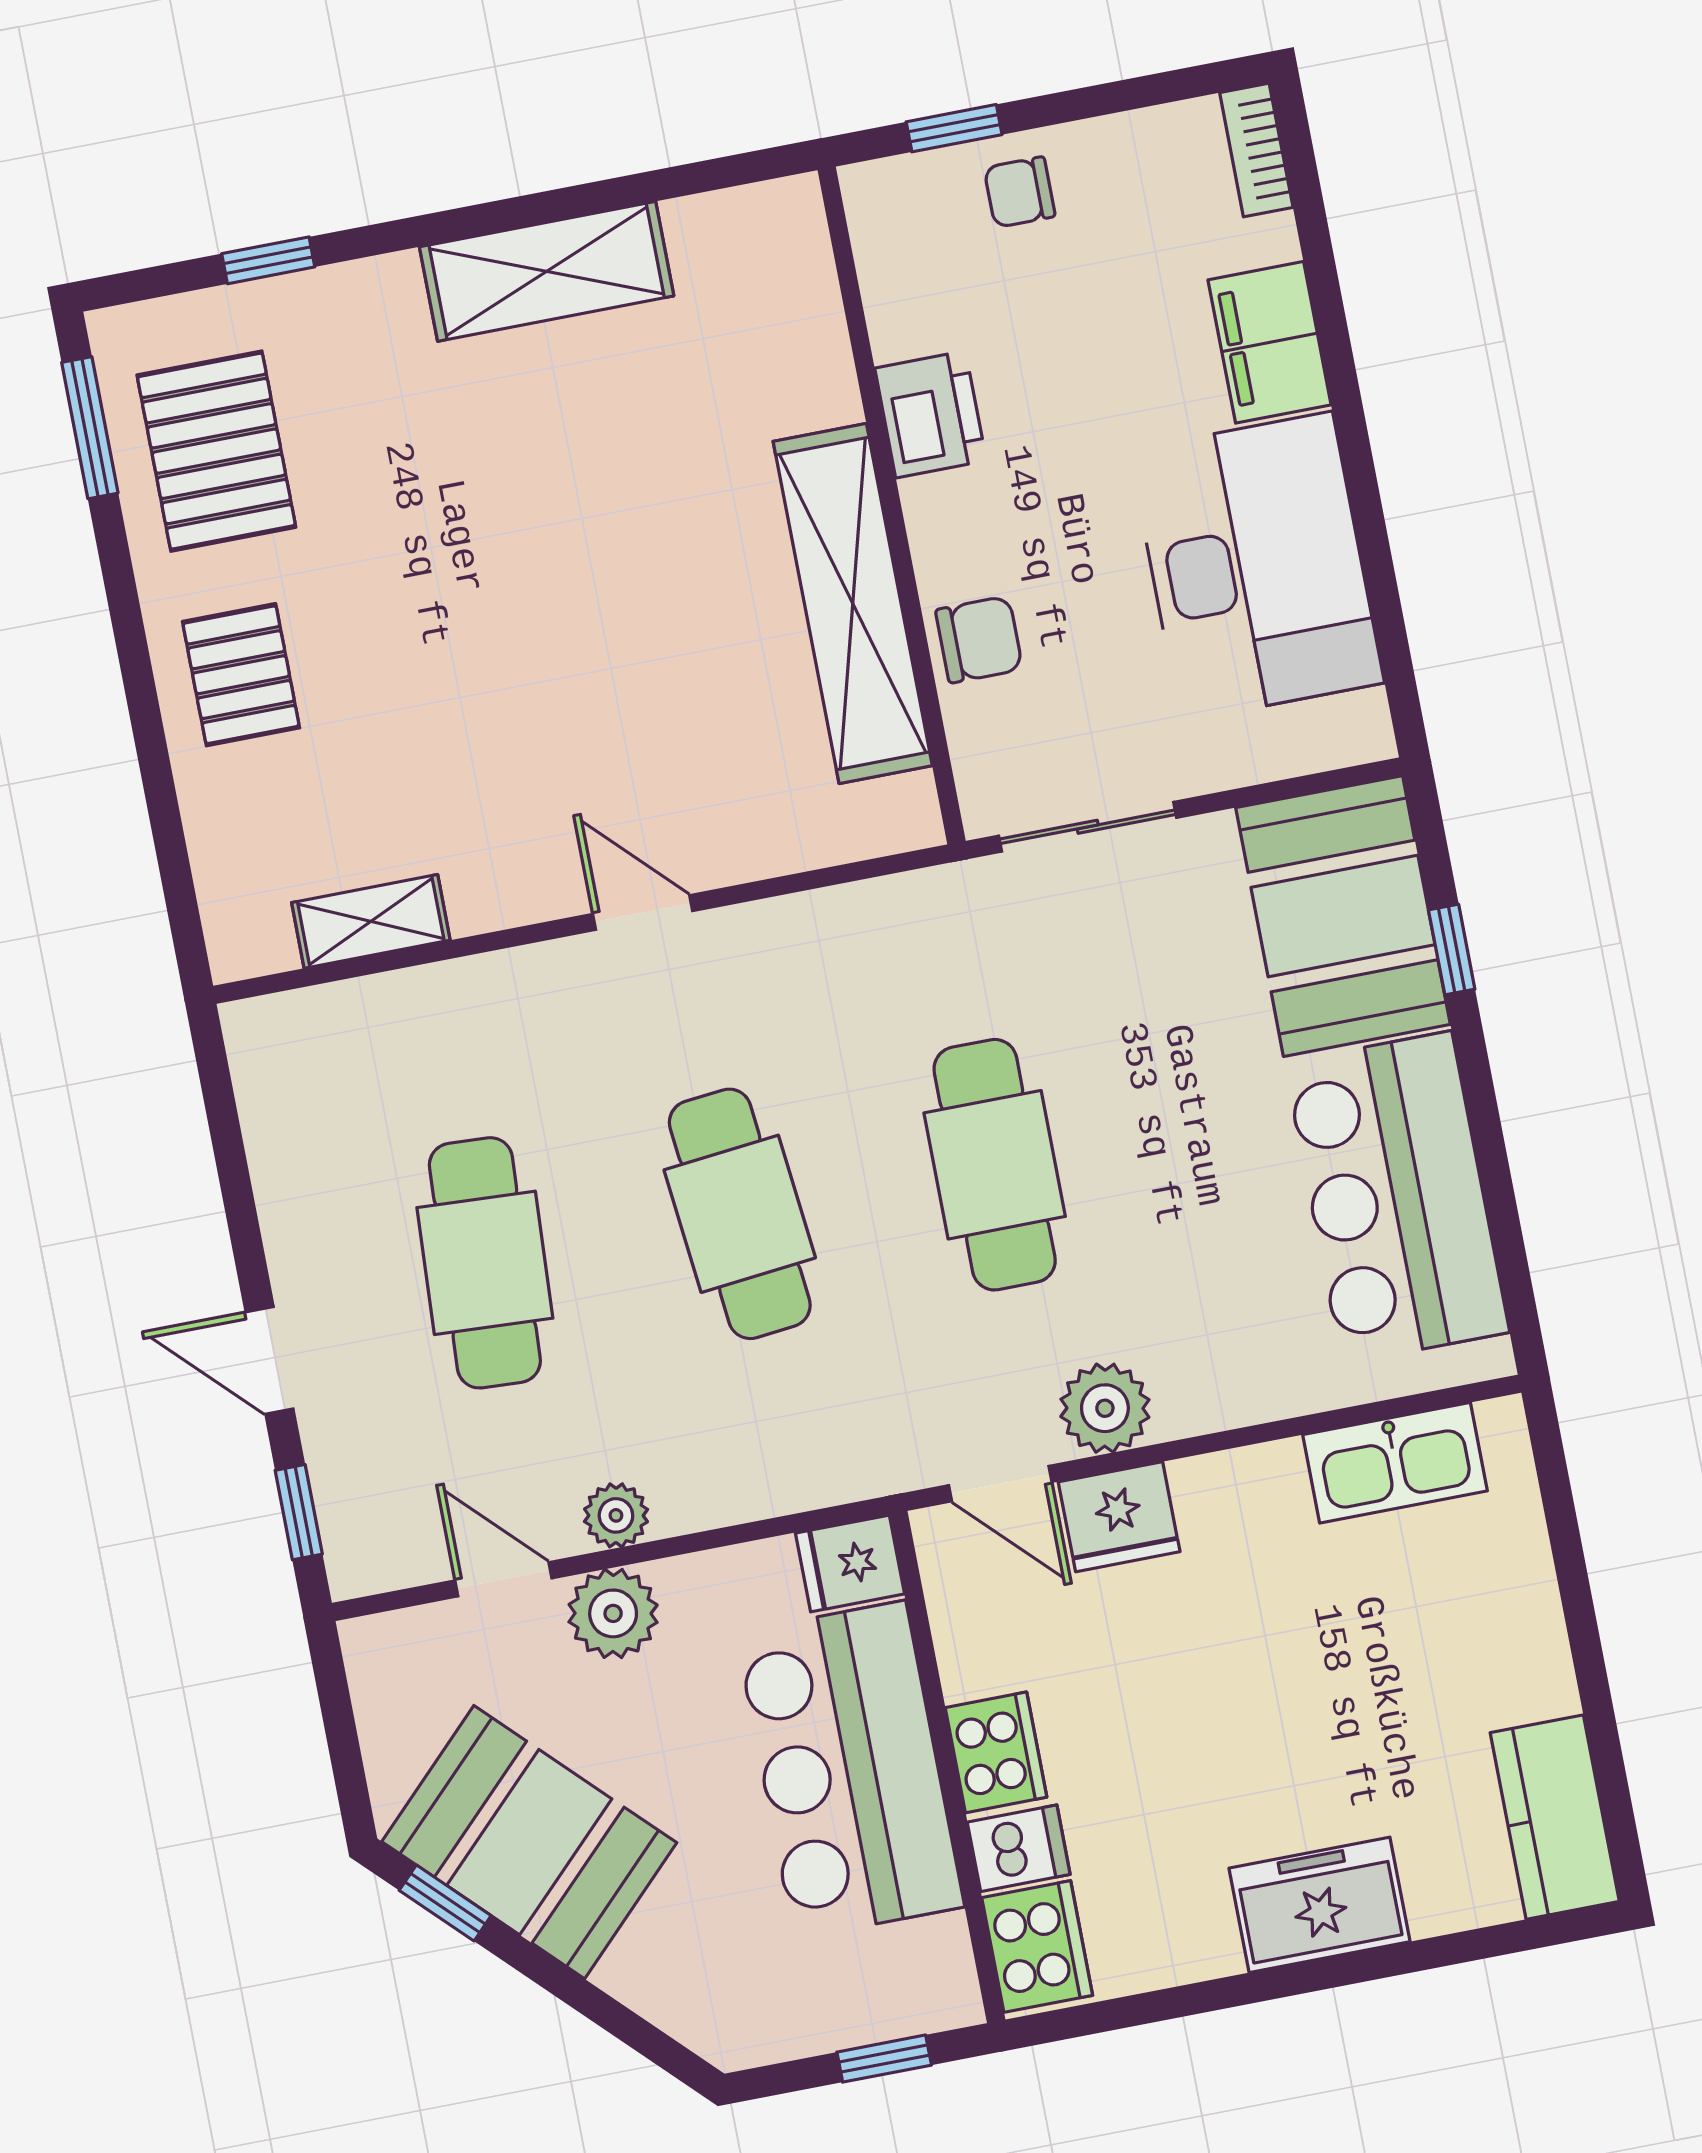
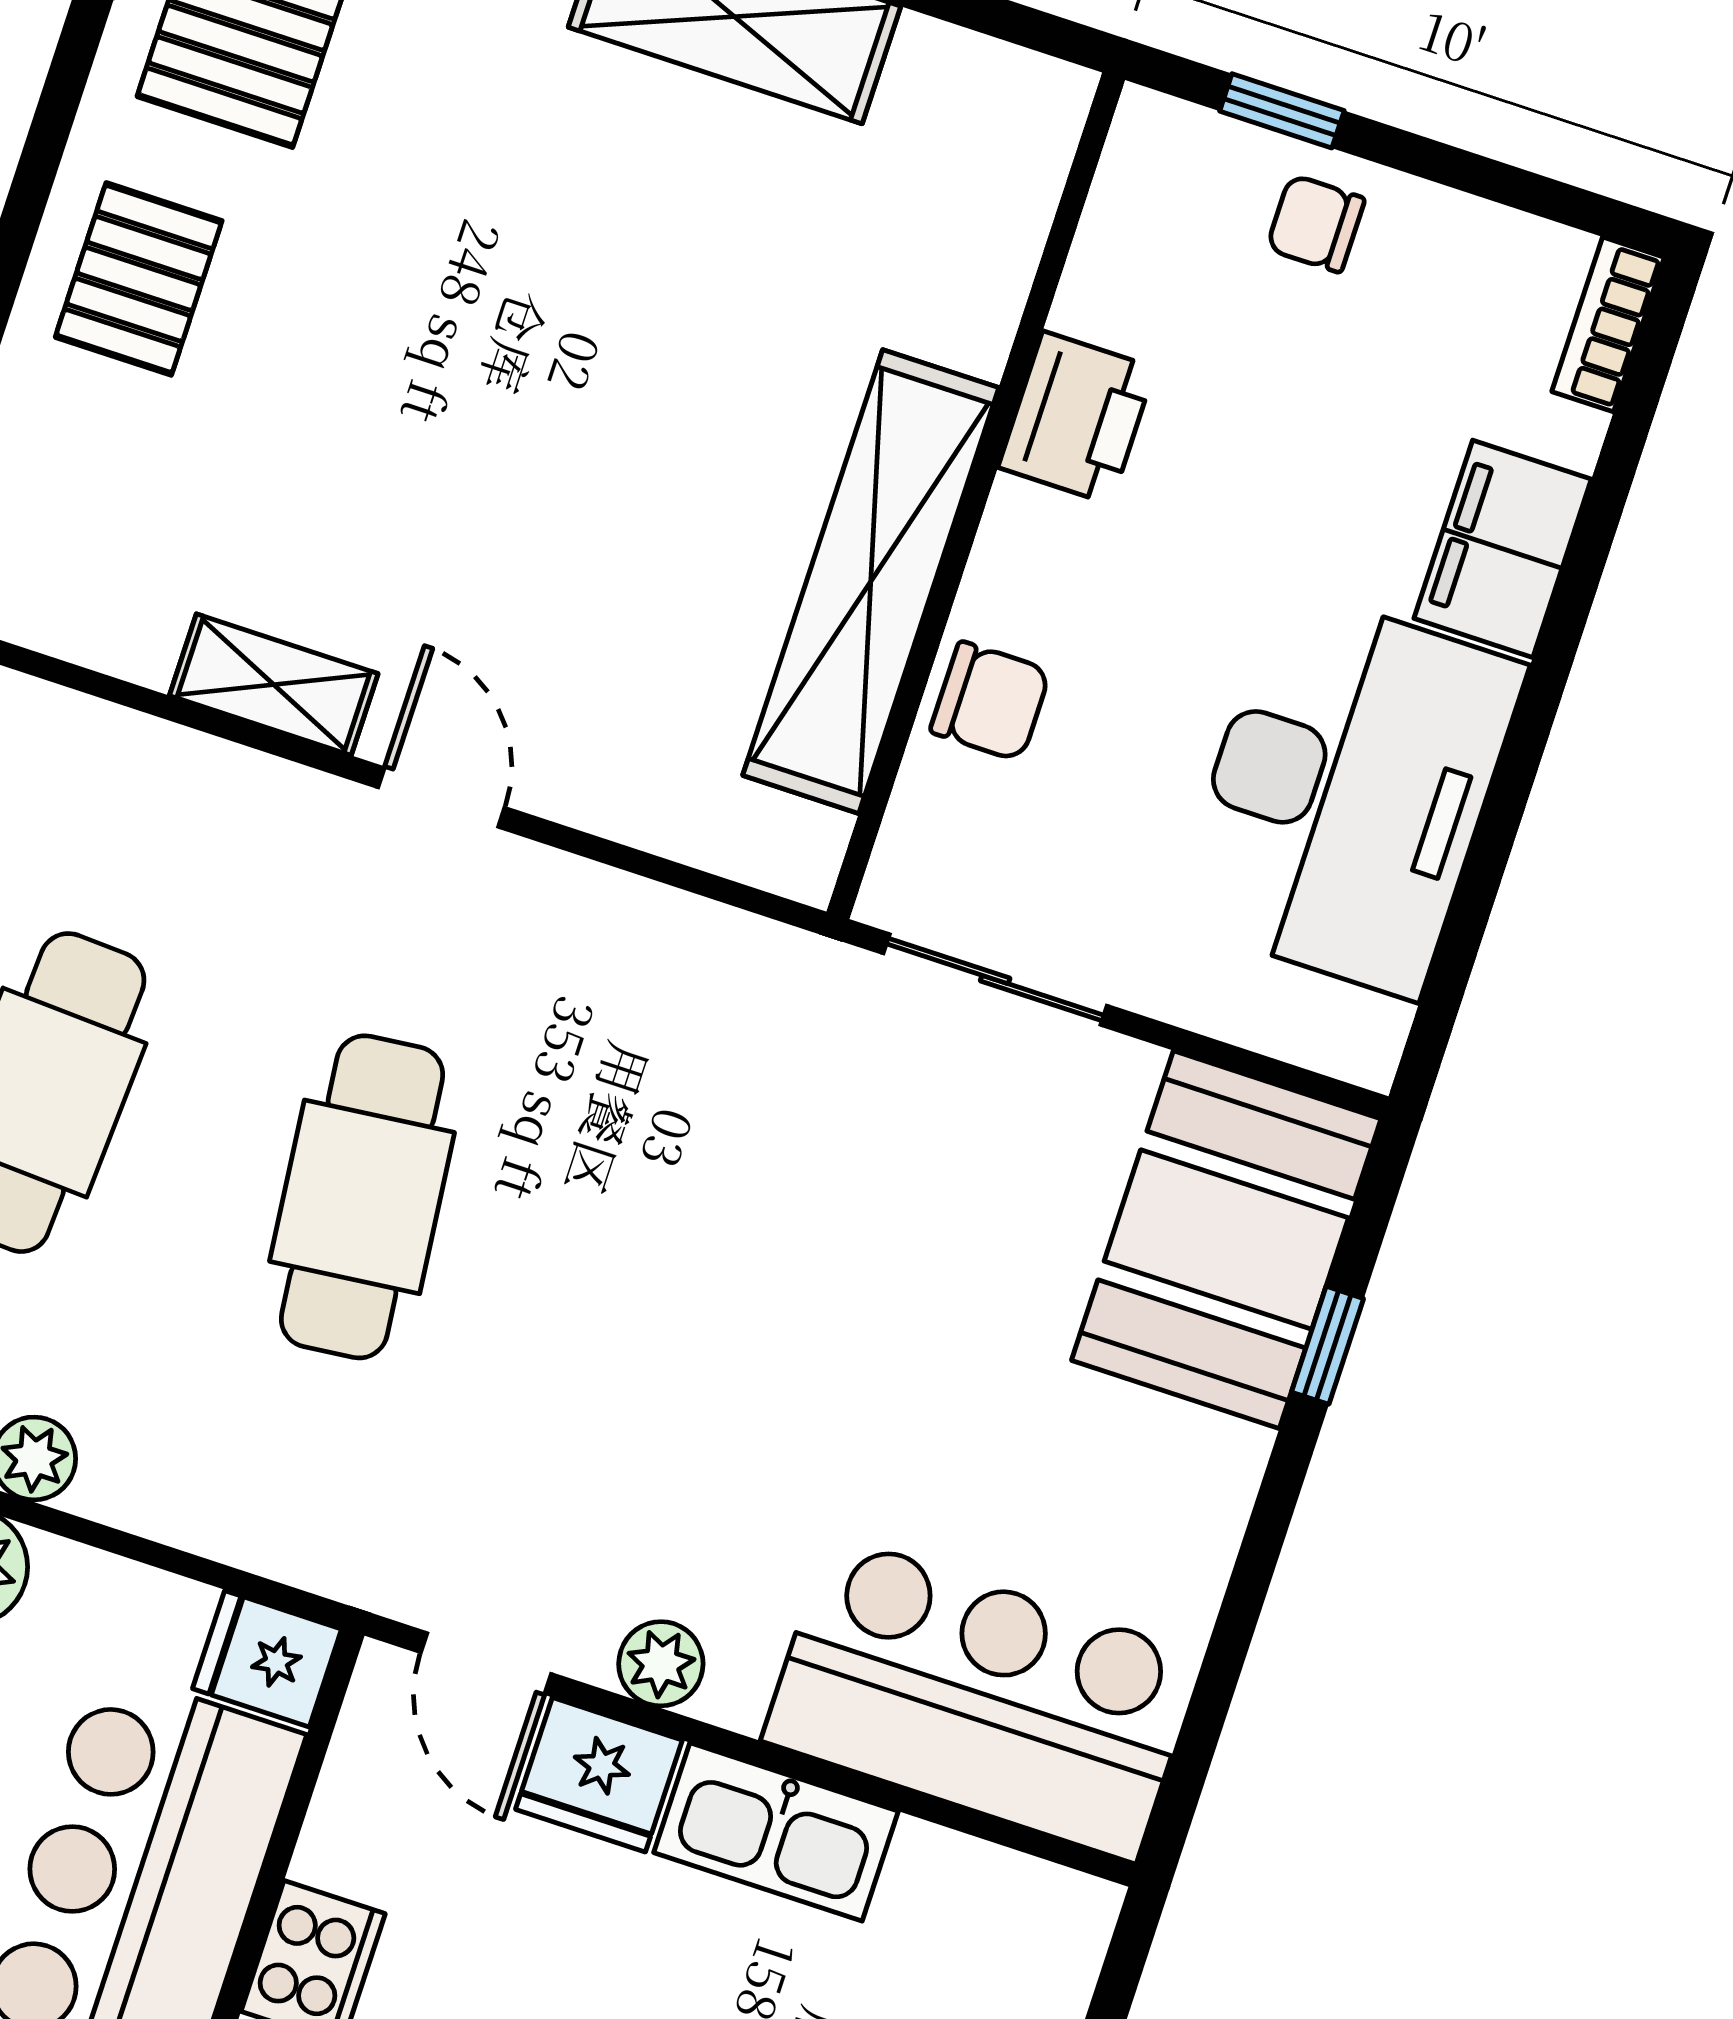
shelving: (371, 921) -> (274, 685), moved
cafe table: (995, 1165) -> (679, 1301), removed
bar counter: (1397, 1198) -> (982, 1698), moved, turned 90
plant: (1105, 1408) -> (661, 1664), width x0.73, depth x0.73
kitchen sink: (1395, 1463) -> (776, 1832), moved

